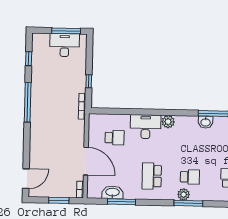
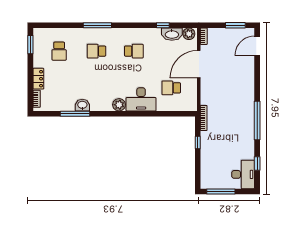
desk: (64, 45) -> (243, 174), moved, turned -90
door: (86, 161) -> (199, 64), hinge flipped
school desk: (152, 176) -> (134, 51), width x0.54
plant: (184, 194) -> (189, 34), moved
window: (59, 200) -> (235, 25), moved
window: (121, 202) -> (163, 25), width x0.46

